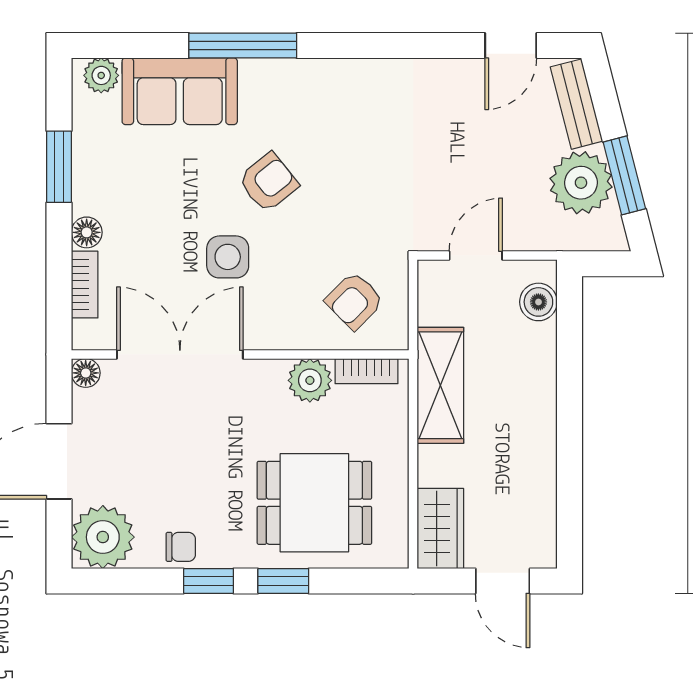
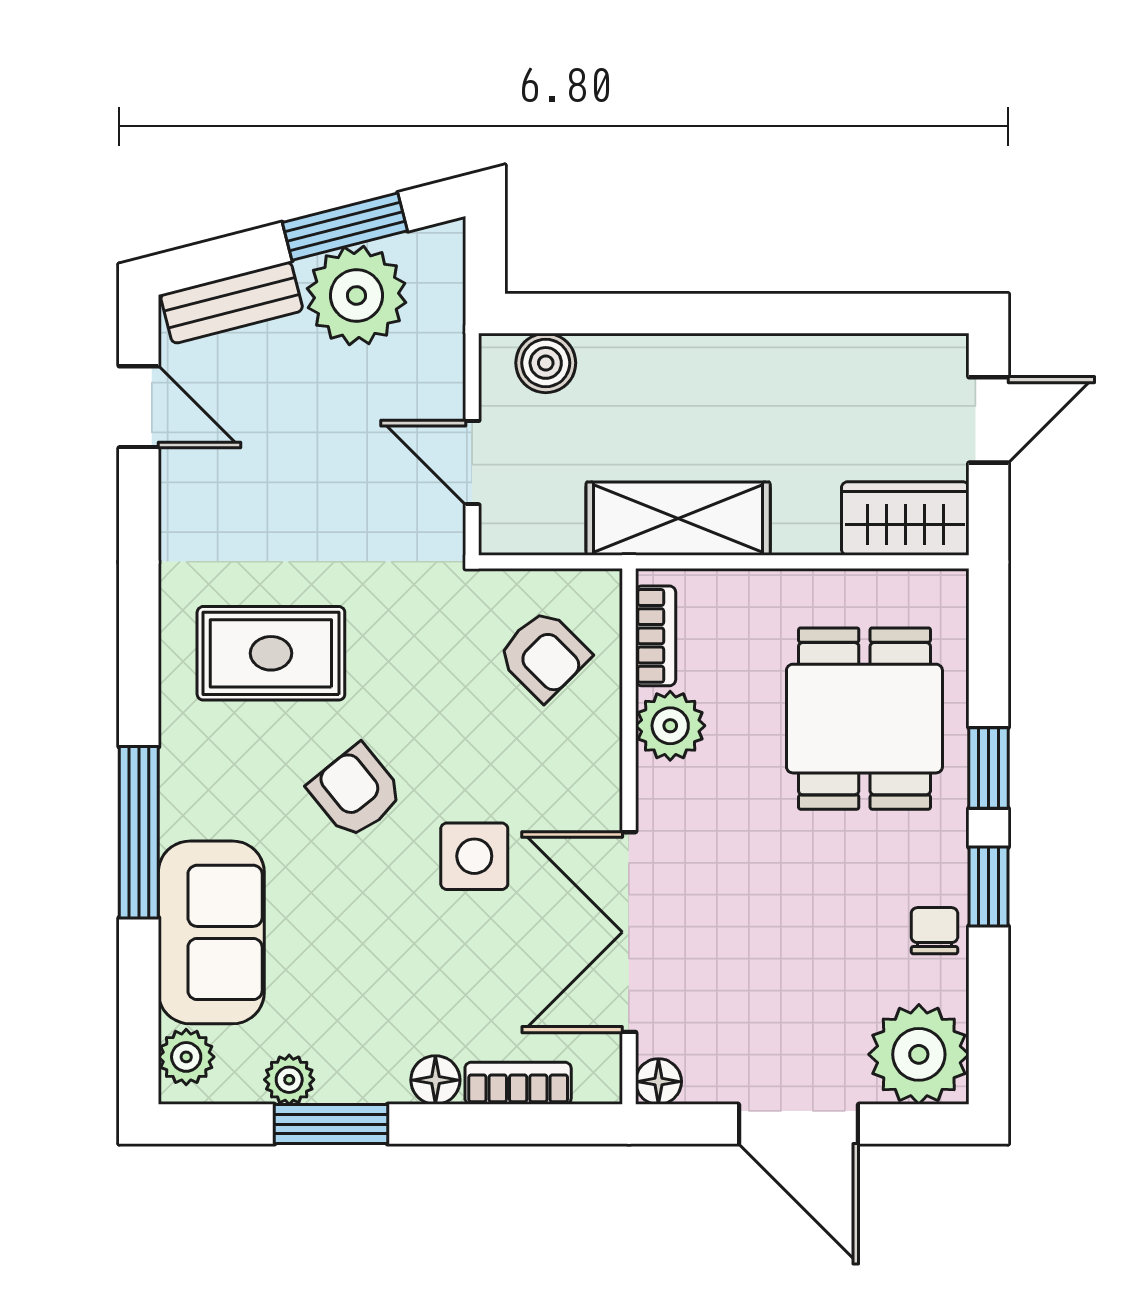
rug: (356, 129) -> (271, 653), added
plant: (87, 140) -> (289, 1080), added

